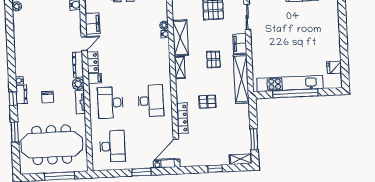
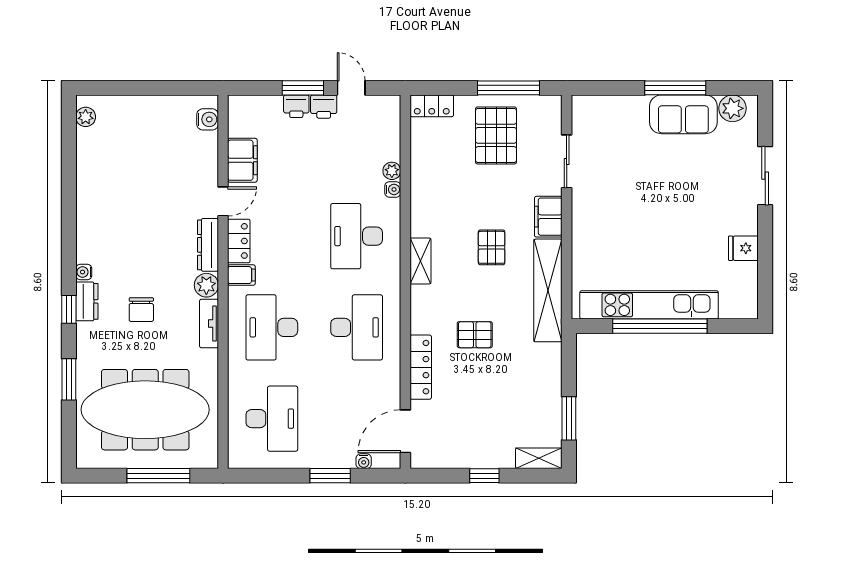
sliding door: (342, 19) -> (765, 176), added
shelving: (181, 38) -> (425, 199), removed
desk: (149, 57) -> (357, 236), added
fridge: (334, 67) -> (743, 248), moved

